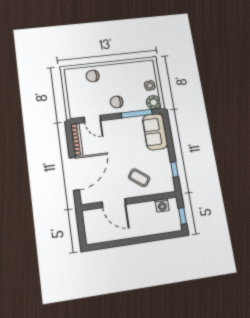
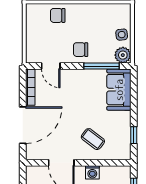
washing machine: (162, 205) -> (92, 172), moved

